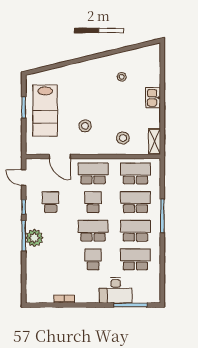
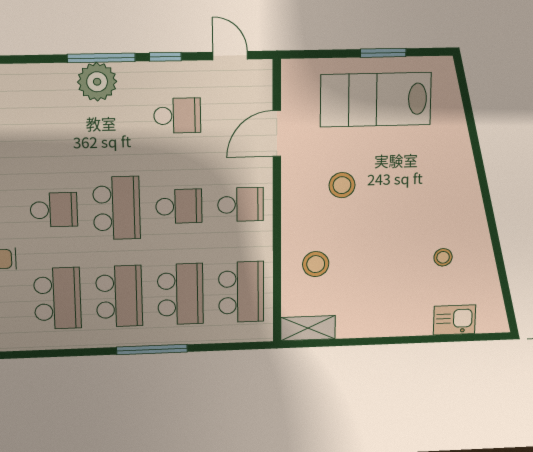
kitchen sink: (153, 98) -> (454, 320), moved
school desk: (93, 173) -> (241, 205), width x0.54
door: (24, 178) -> (230, 56), hinge flipped

